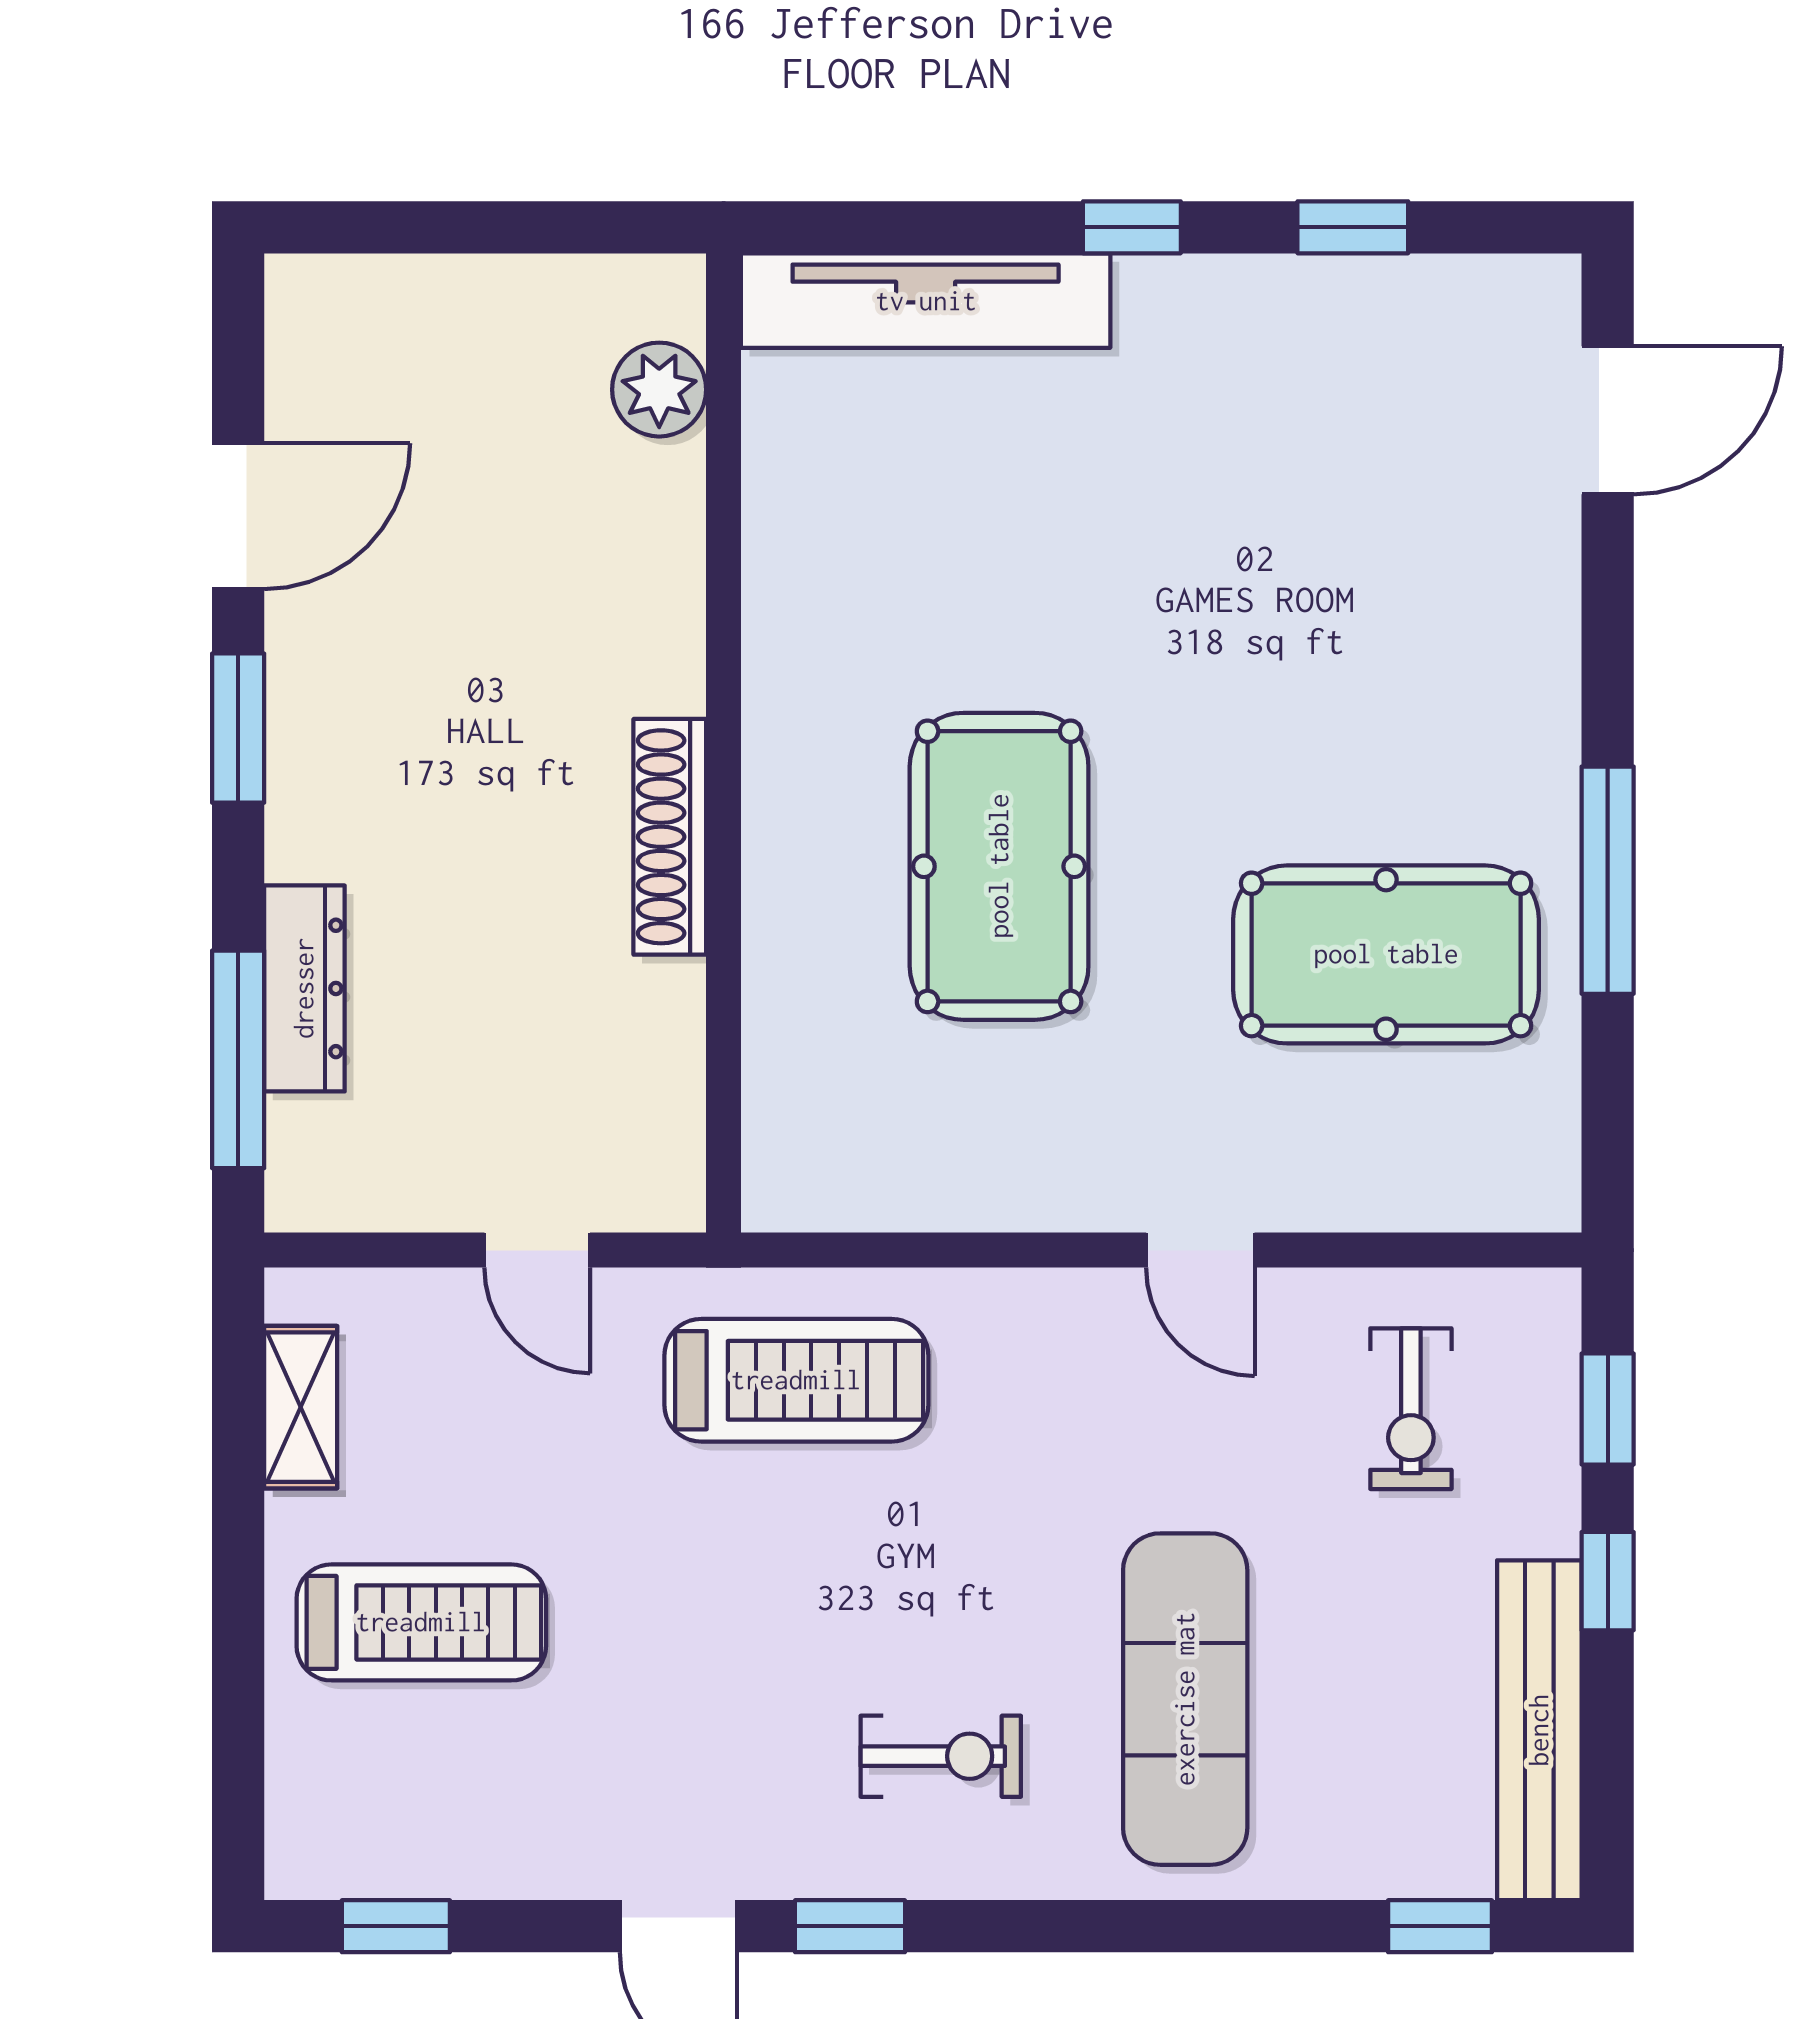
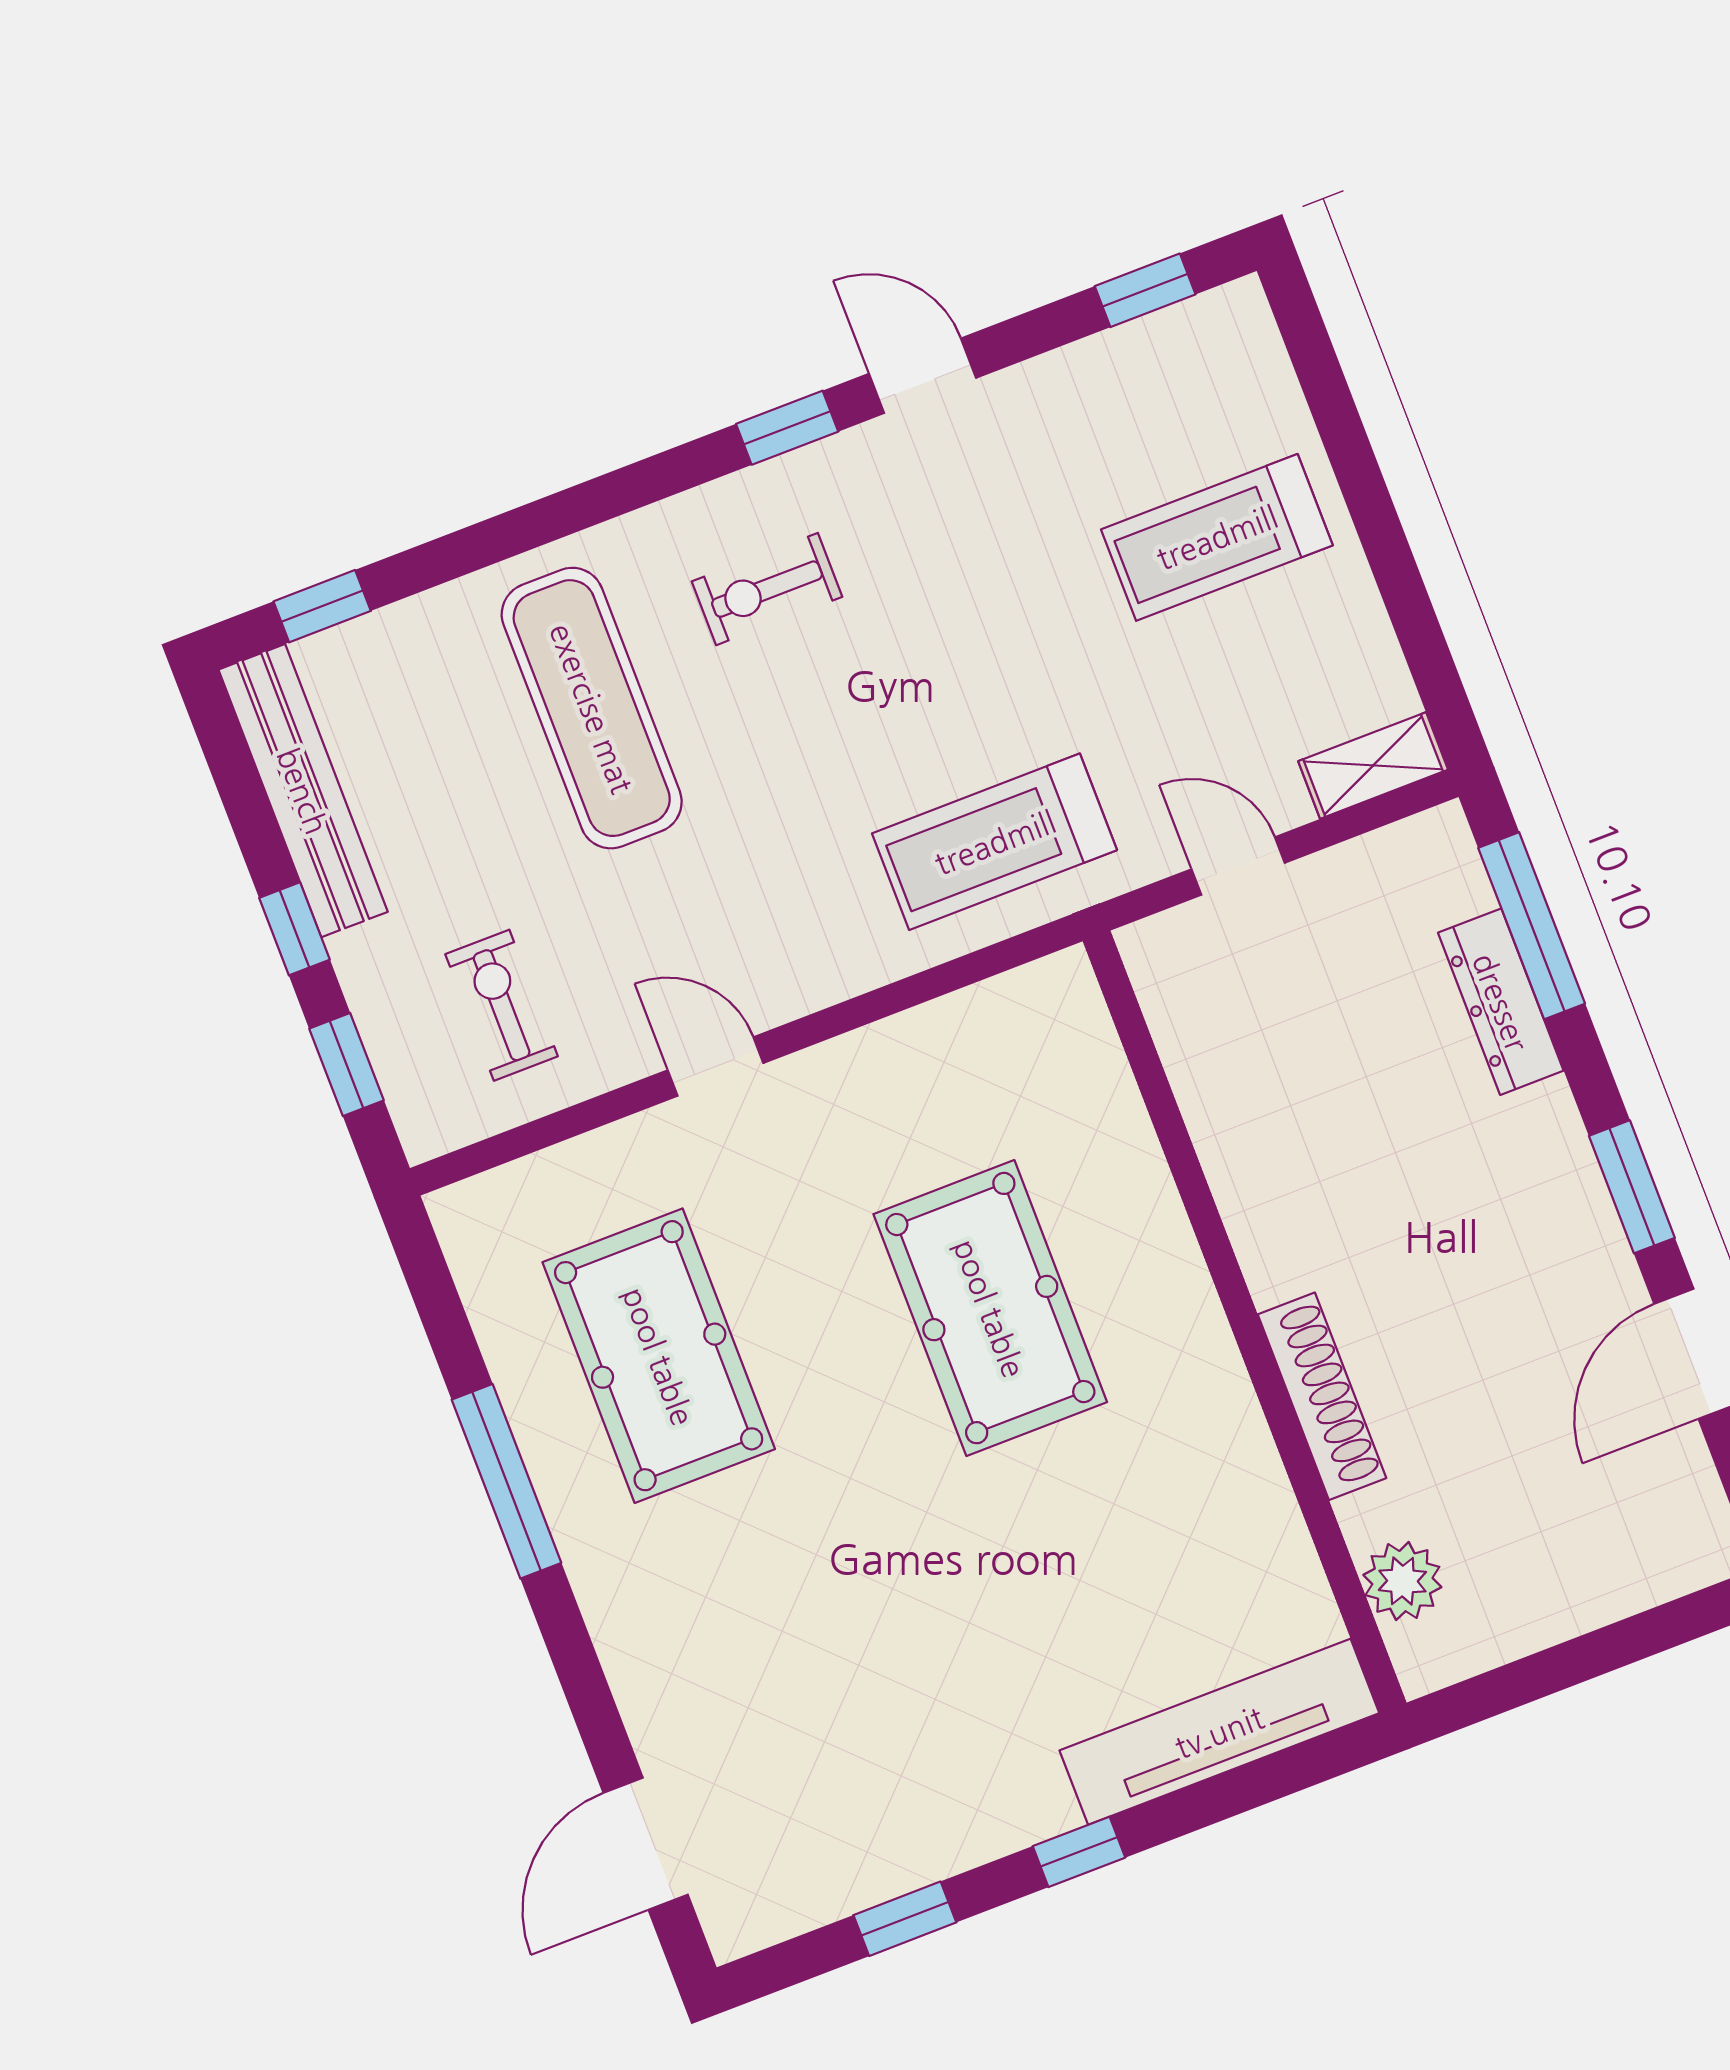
shoe rack: (670, 837) -> (1322, 1396), moved
pool table: (1386, 954) -> (659, 1356), turned 90
shelving: (301, 1407) -> (1373, 765), moved, turned 90

